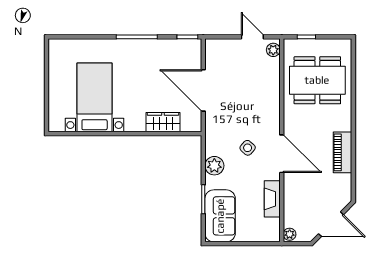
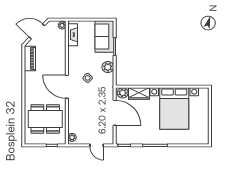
door: (252, 37) -> (97, 145), moved
bed with nightstands: (95, 97) -> (174, 108), width x1.36
plant: (190, 123) -> (123, 93), added
piano: (343, 152) -> (30, 59), moved
door: (282, 154) -> (67, 87), moved
fireplace: (272, 199) -> (73, 35), moved

